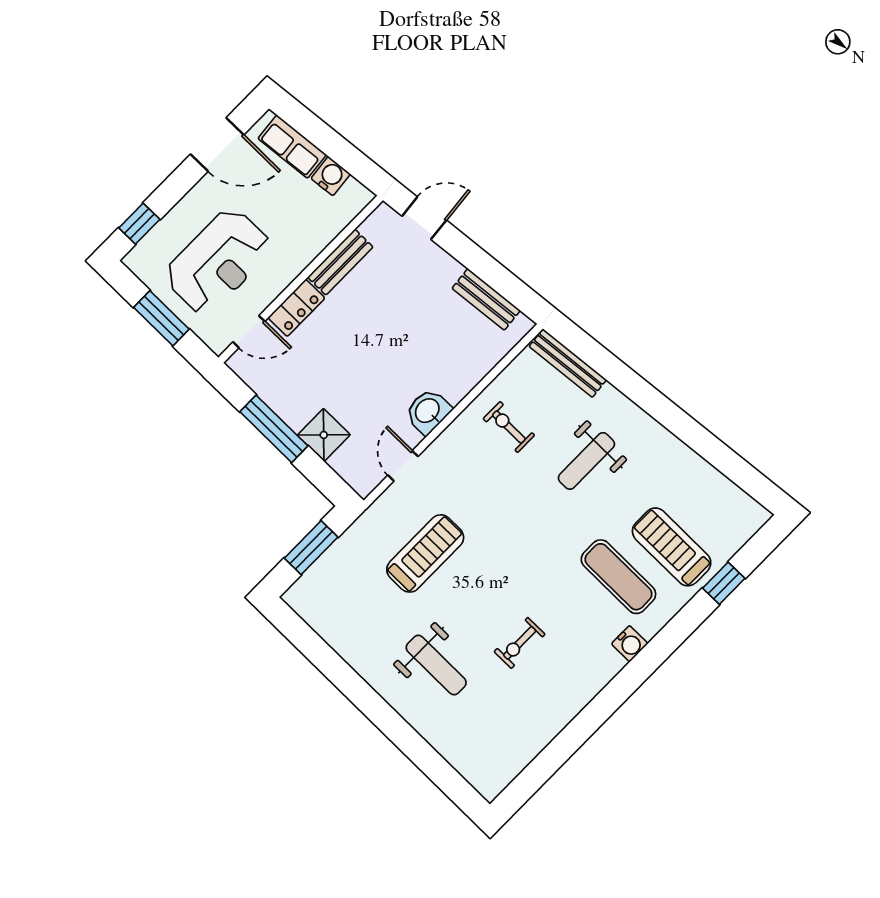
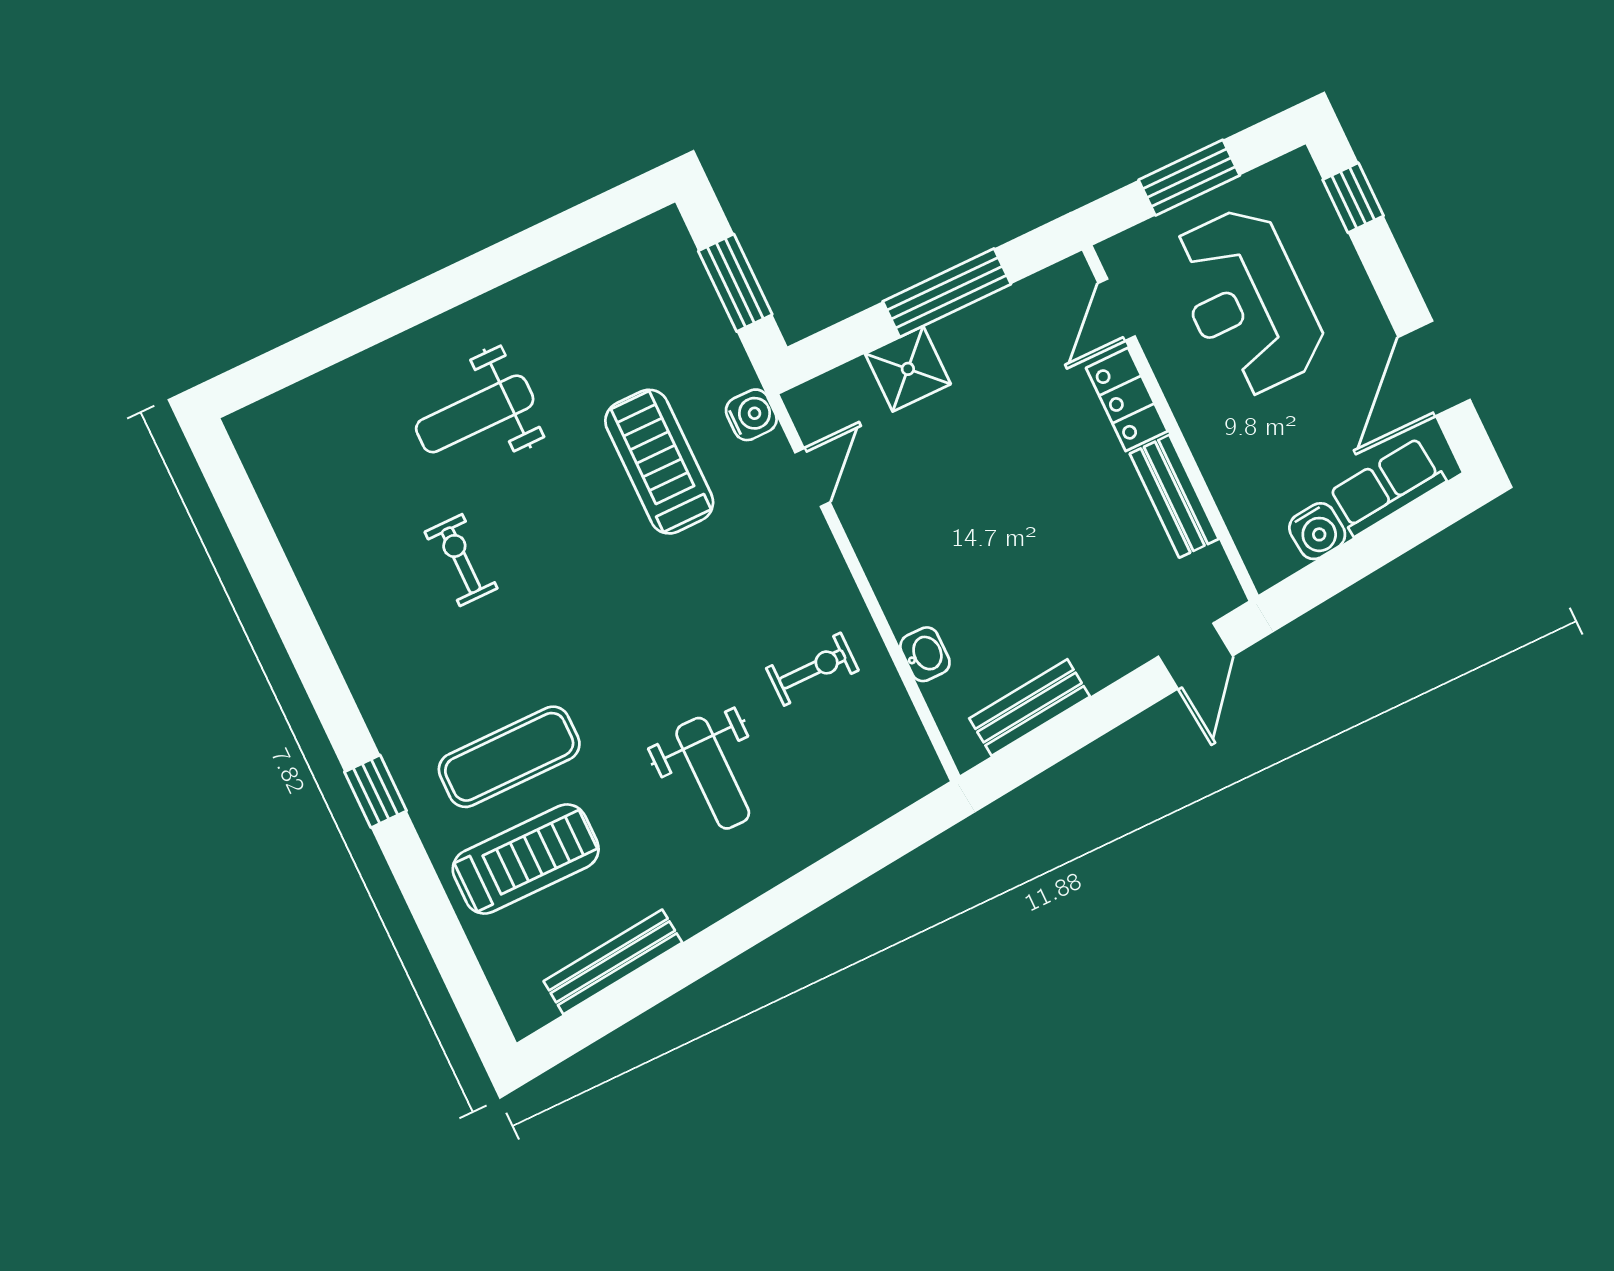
bench: (568, 363) -> (613, 962), moved
washbasin: (428, 411) -> (925, 654), moved, width x0.72, depth x0.69
weight bench: (586, 461) -> (713, 773), turned 180
door: (403, 466) -> (812, 477), hinge flipped
treadmill: (425, 553) -> (659, 462), turned 180
window: (724, 583) -> (375, 791), moved
water cooler: (630, 644) -> (751, 415), moved, turned 180

